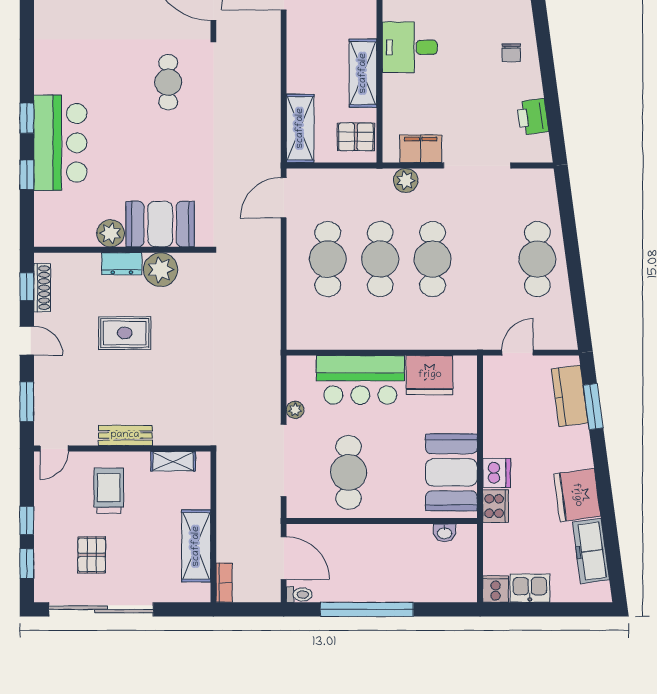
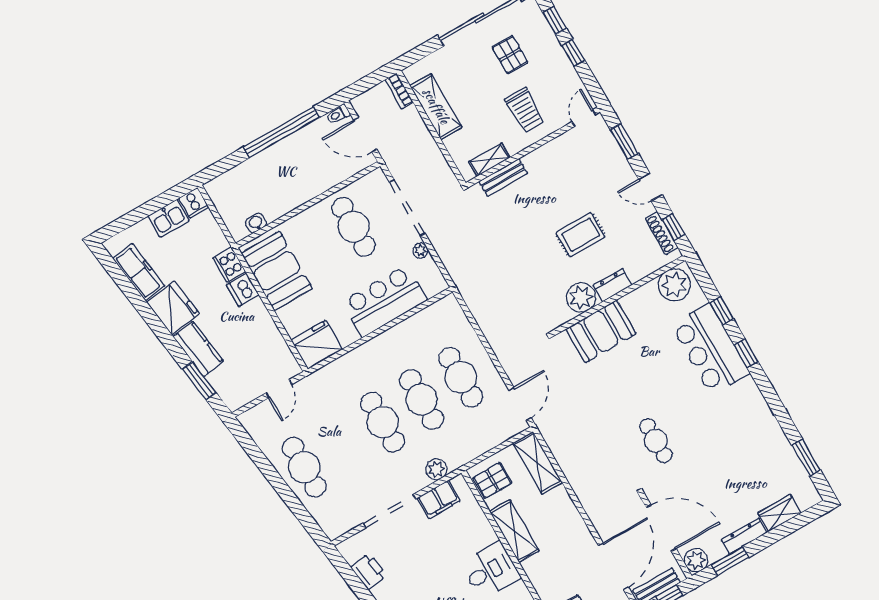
plant: (111, 233) -> (674, 285), moved, width x1.36, depth x1.36
fridge: (430, 375) -> (317, 345), moved
kitchen counter: (570, 396) -> (198, 349), moved
bench: (125, 435) -> (503, 177), moved

